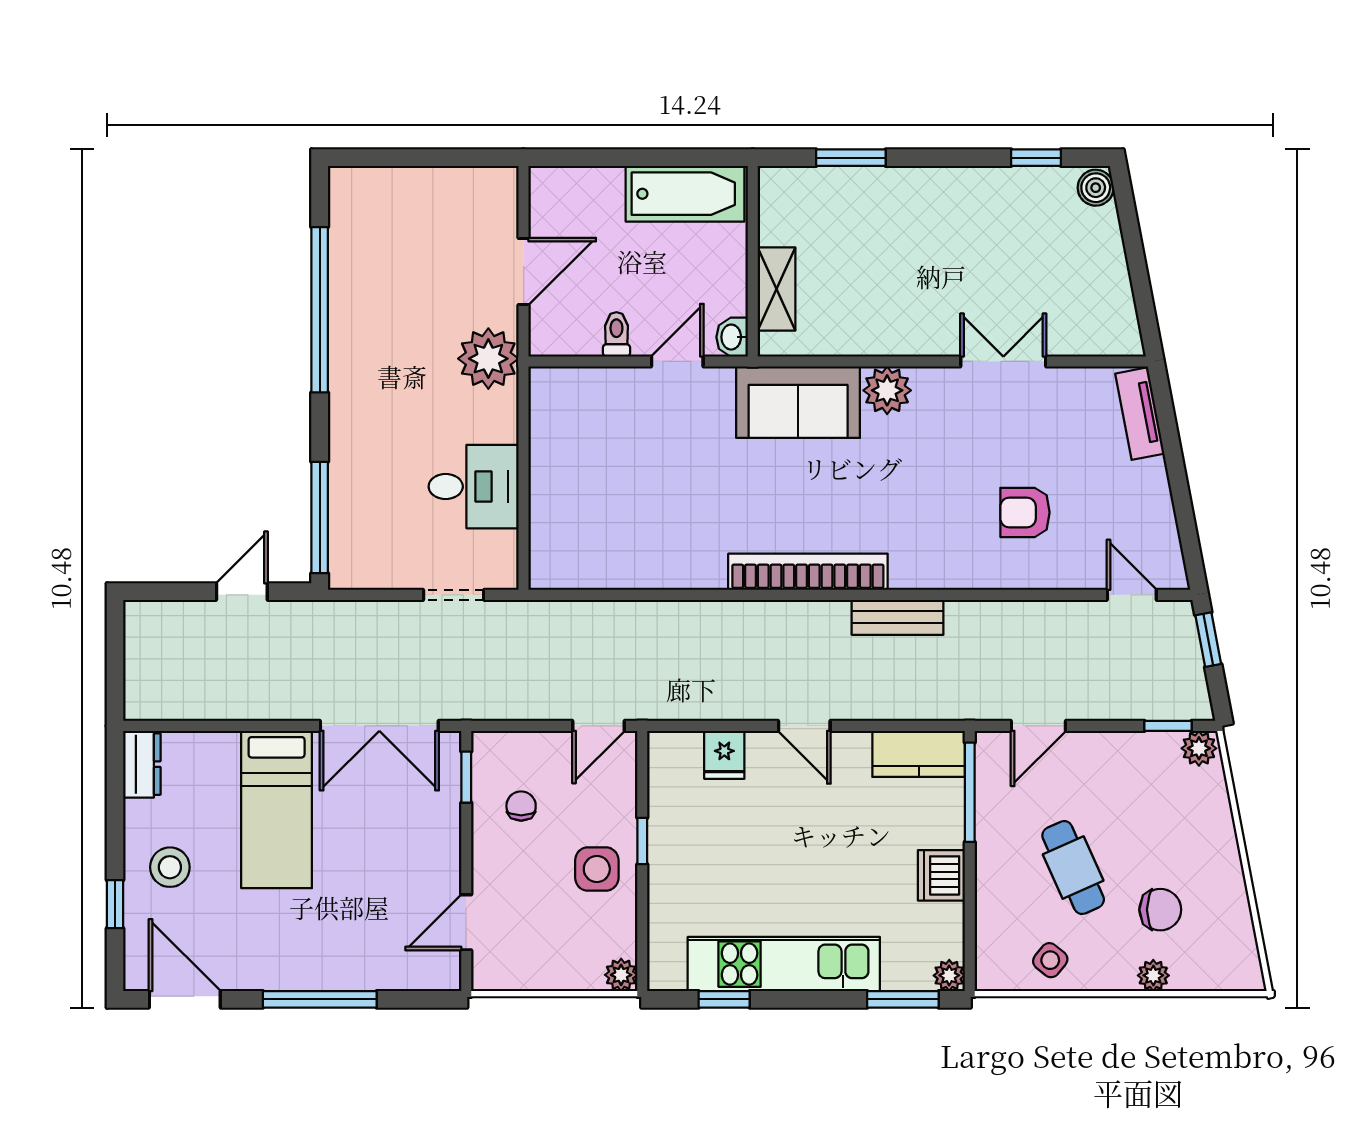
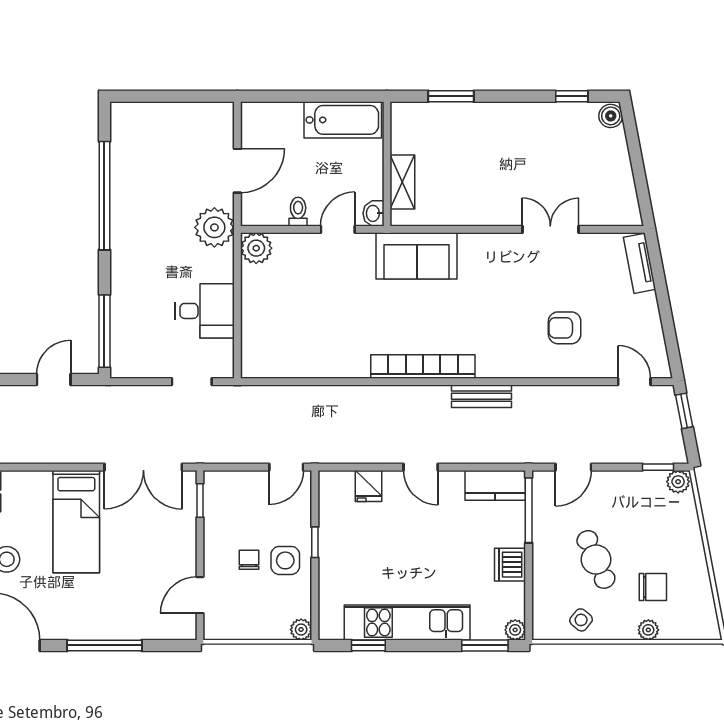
plant: (887, 390) -> (256, 248), moved
chair: (521, 806) -> (249, 560), moved

